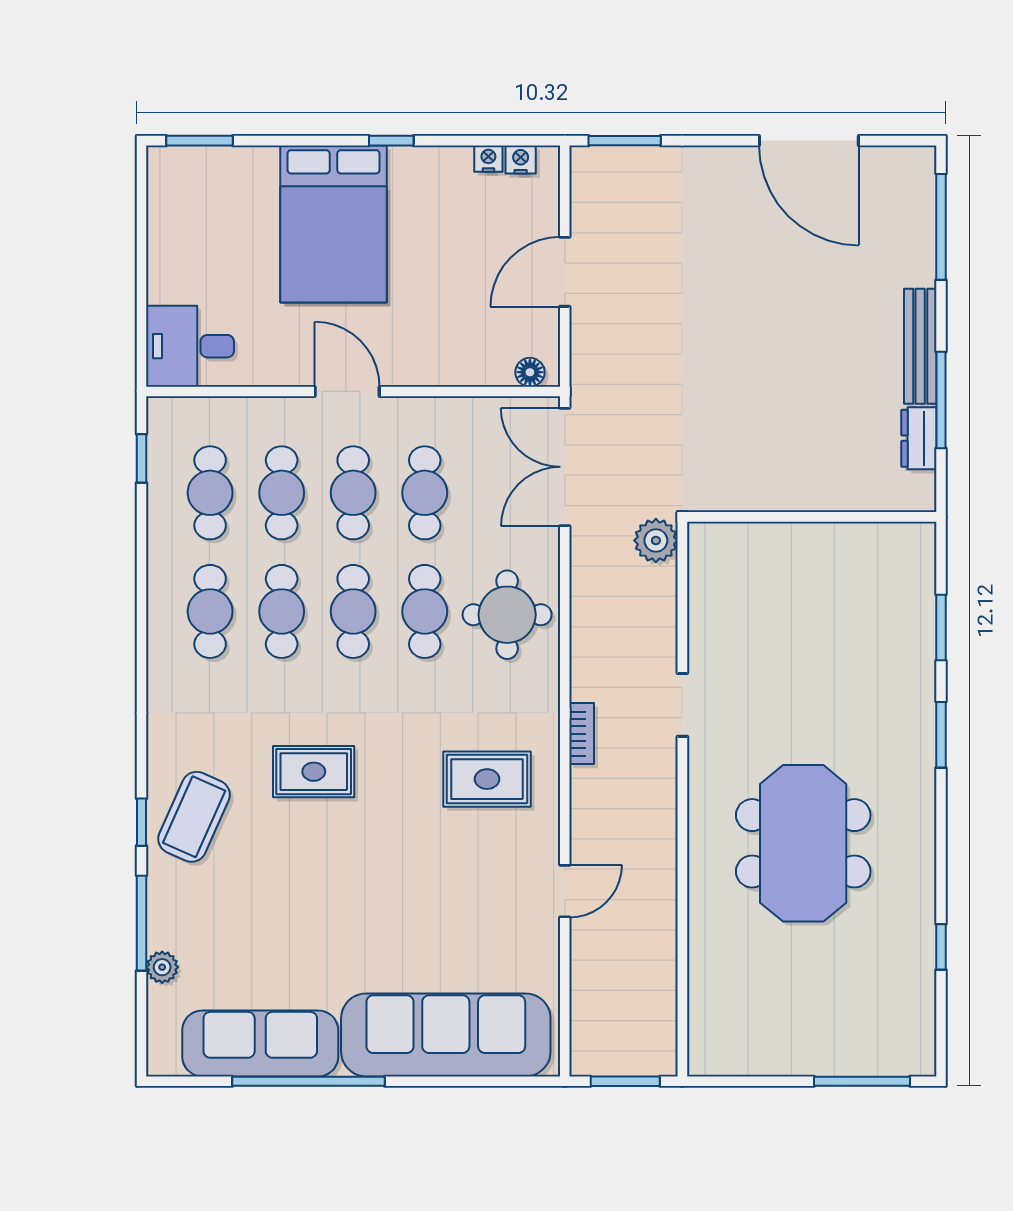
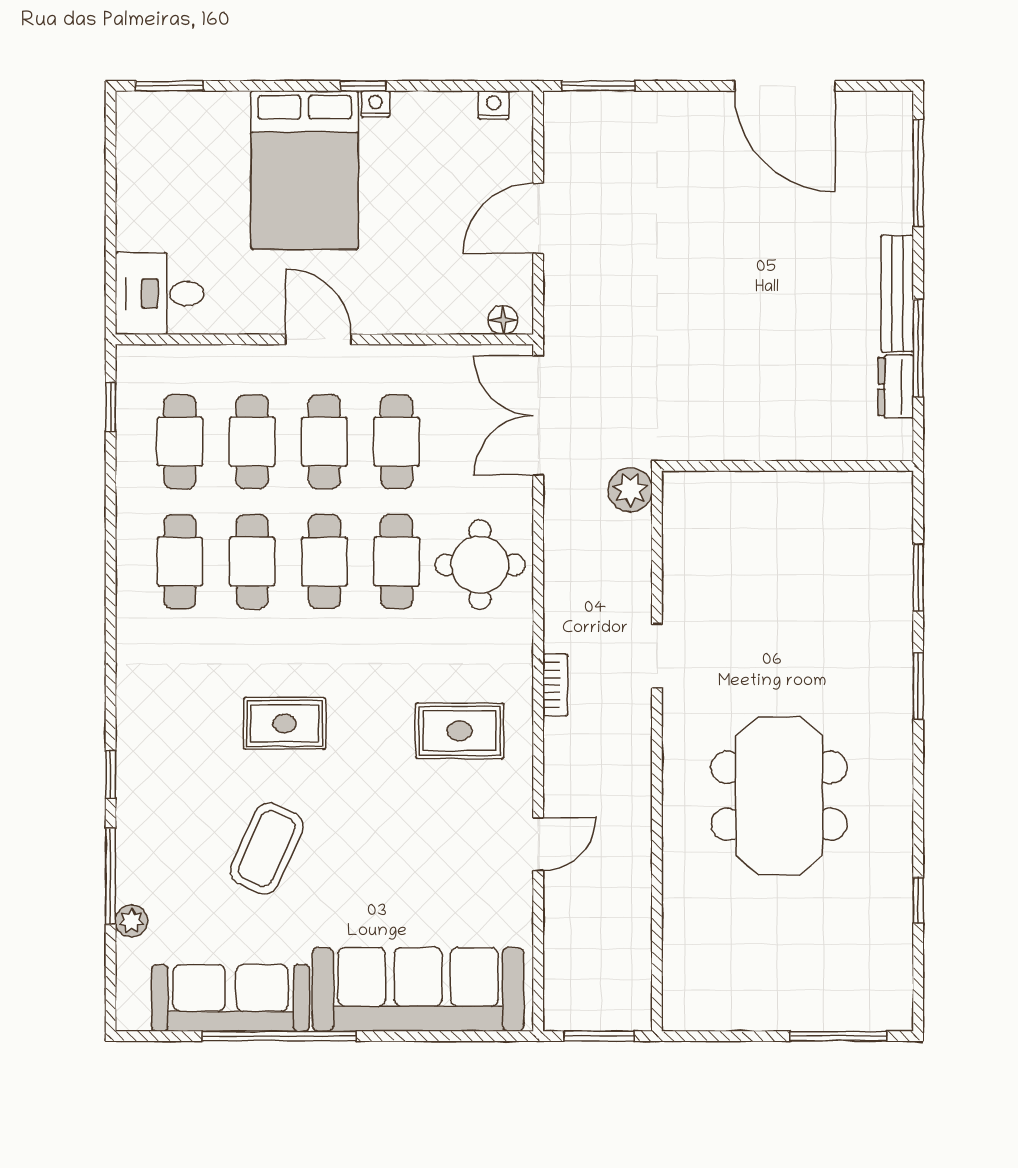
nightstand: (488, 159) -> (375, 104), moved
coffee table: (194, 817) -> (267, 848), moved

